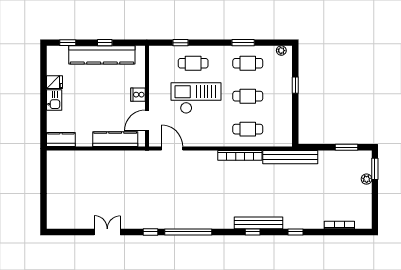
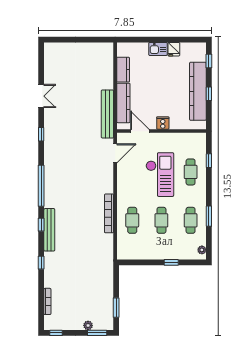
kitchen counter: (61, 140) -> (123, 70), moved
bench: (290, 157) -> (107, 114), moved
window: (375, 215) -> (56, 333), added
window: (188, 232) -> (41, 186), moved

